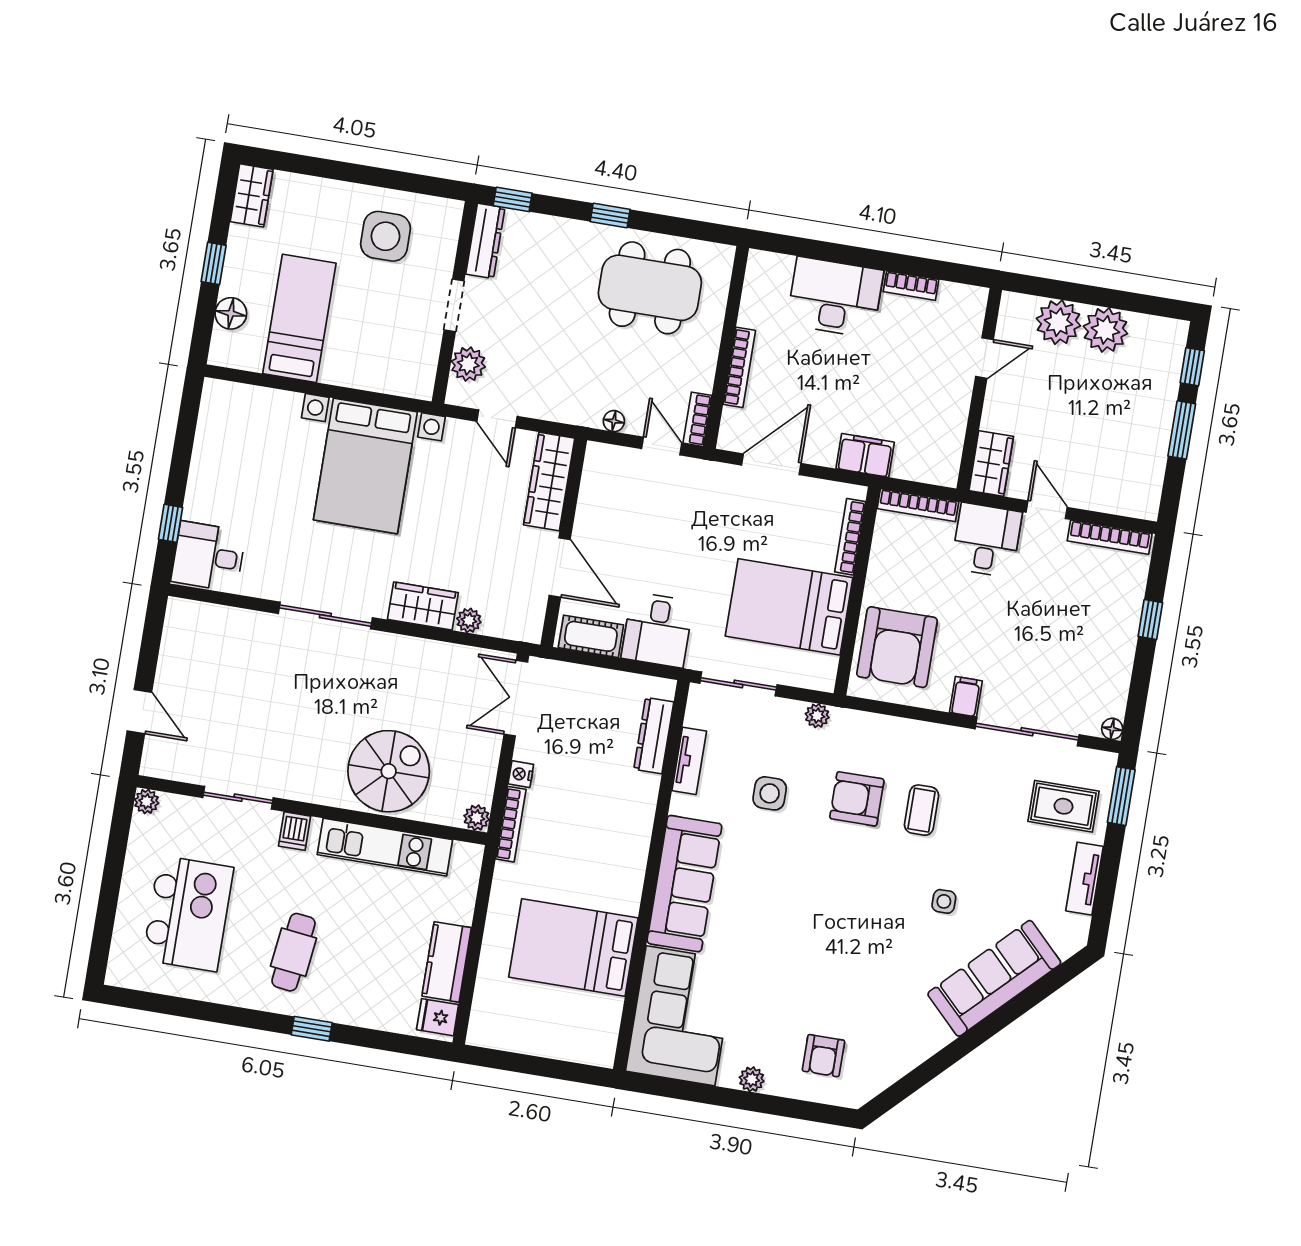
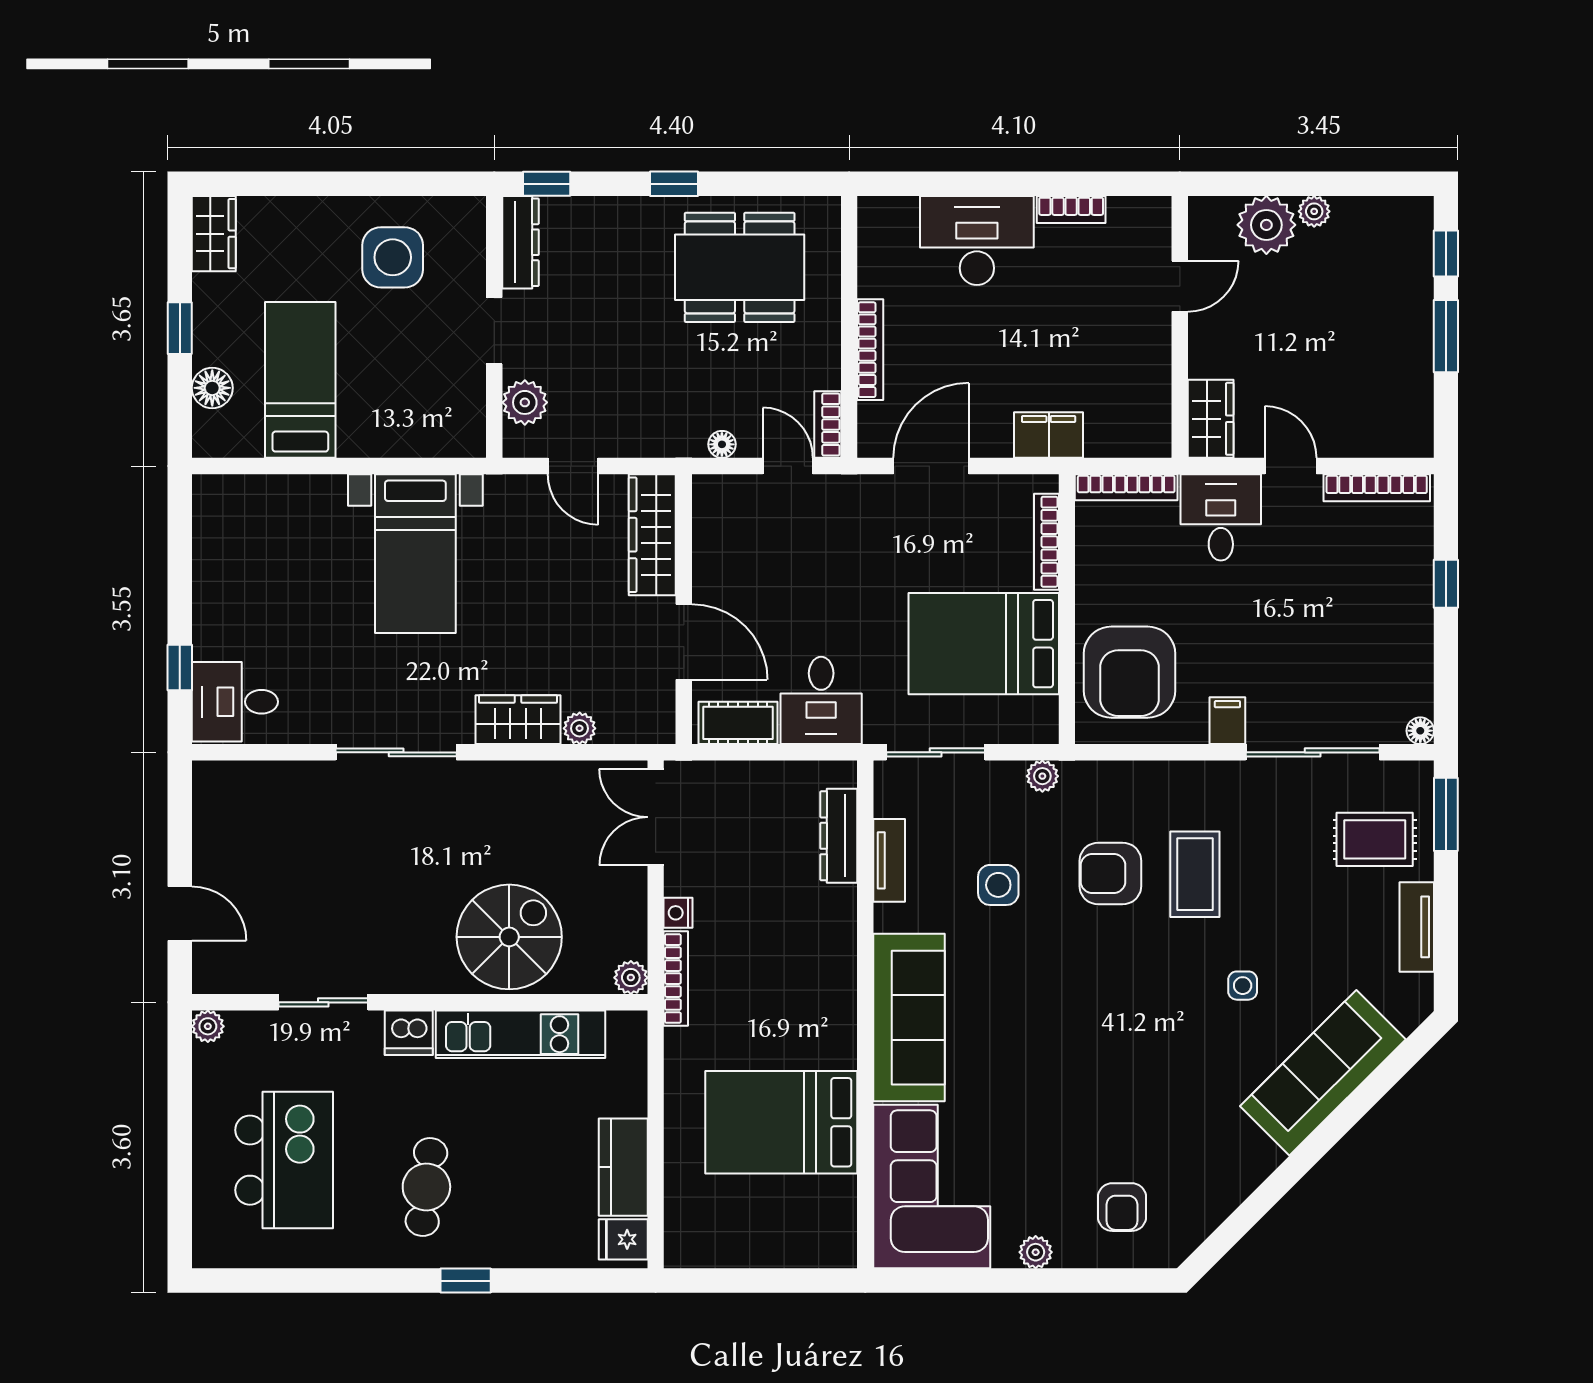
plant: (1105, 330) -> (1314, 211), width x0.53, depth x0.53
bed with nightstands: (365, 466) -> (415, 554), width x0.73
coffee table: (922, 810) -> (1195, 874), width x1.36, depth x1.30
dishwasher: (295, 831) -> (409, 1033), width x1.38

